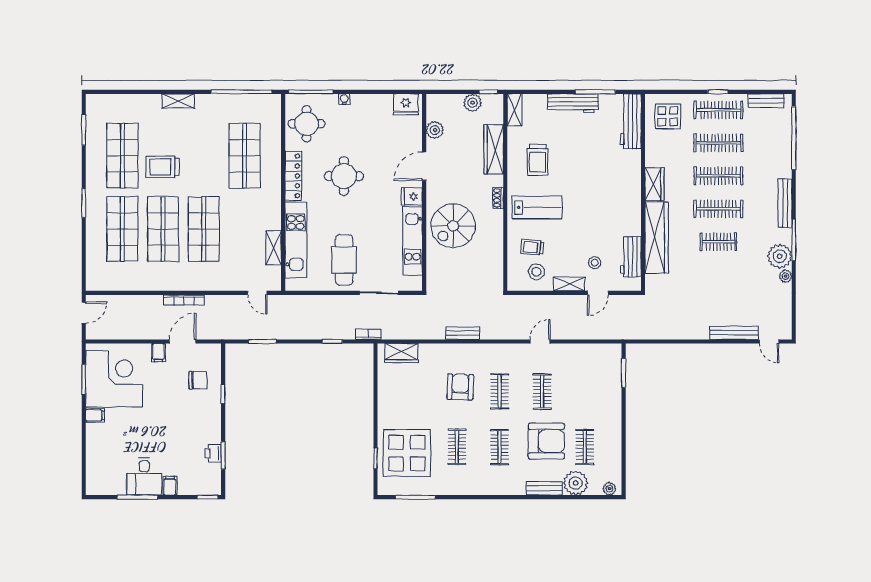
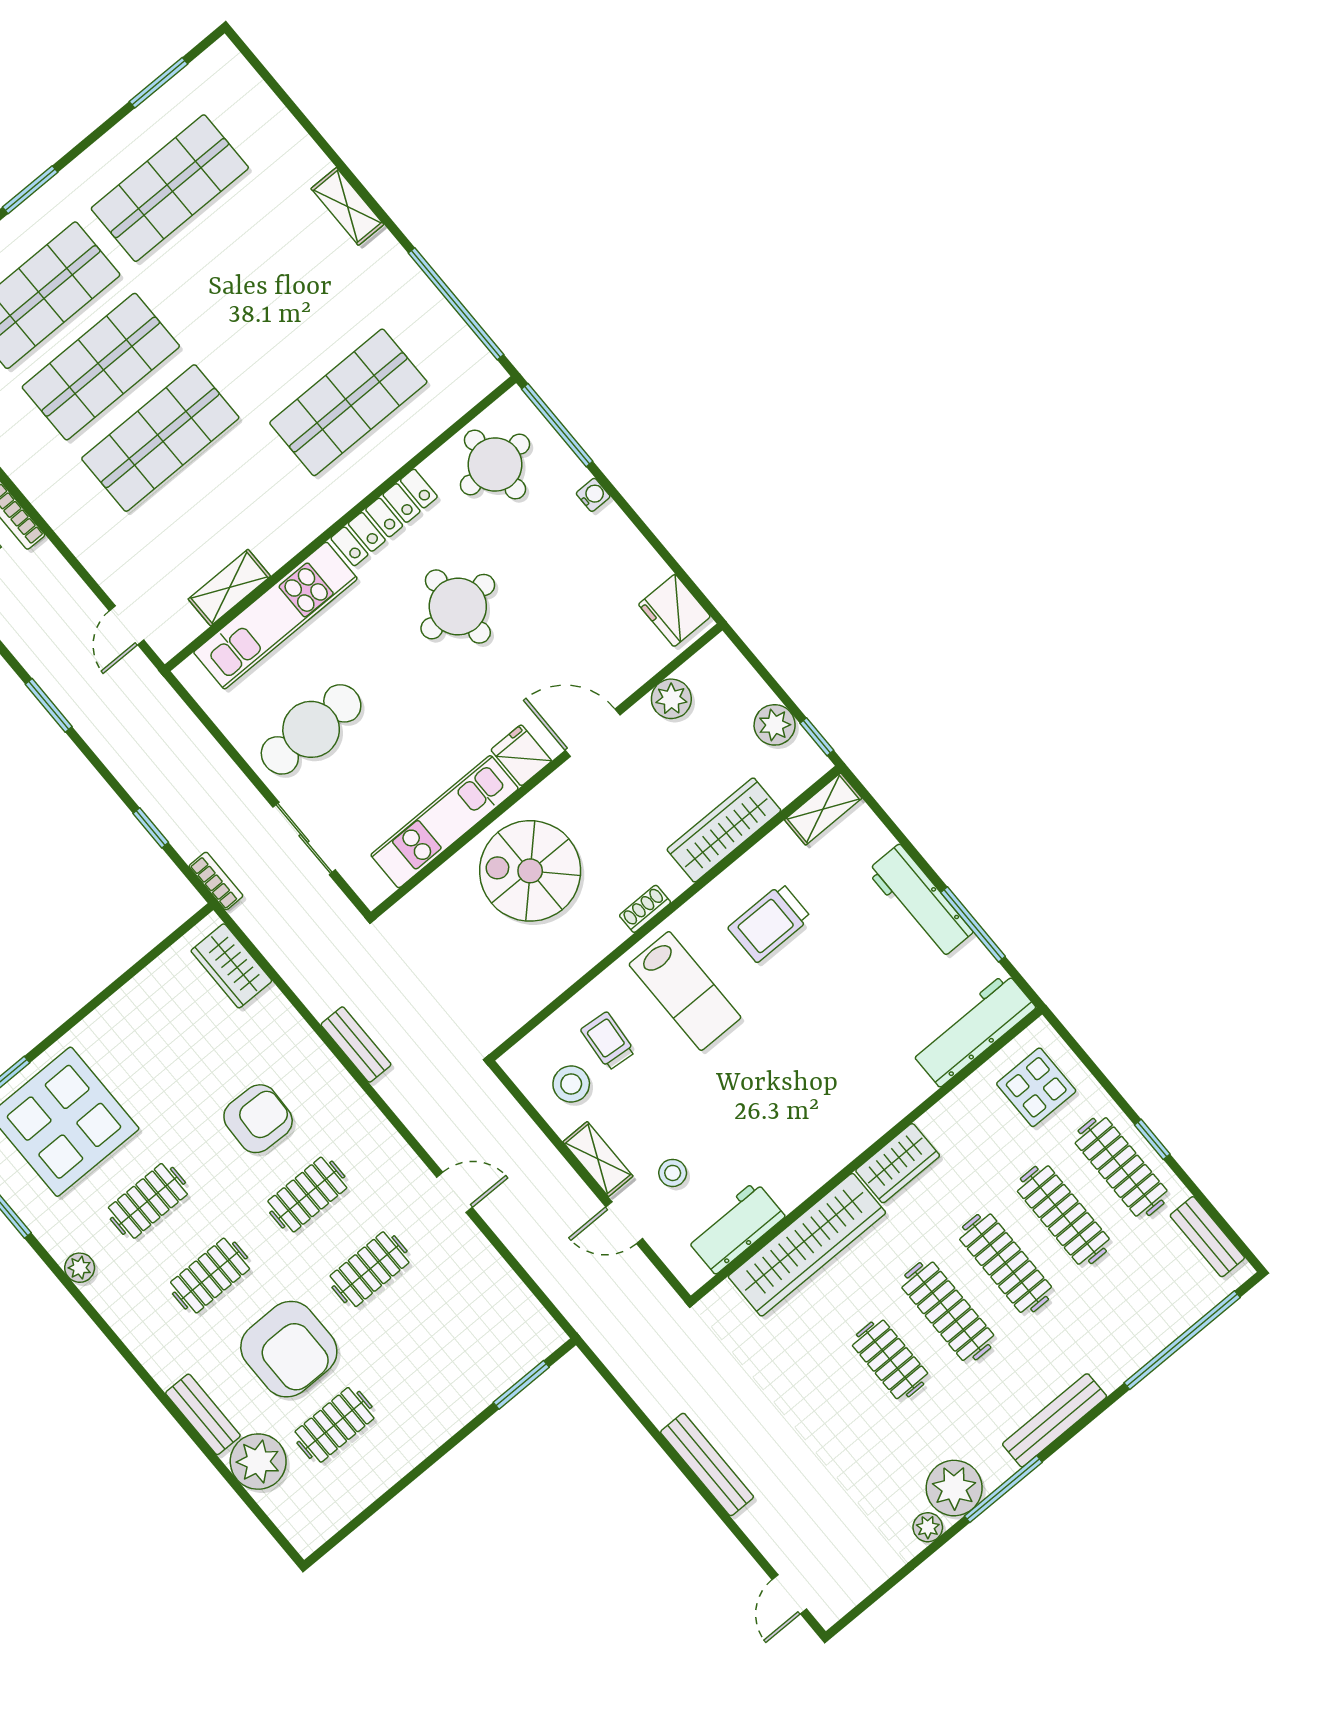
trolley: (163, 167) -> (209, 275), removed
bench: (734, 333) -> (707, 1464), moved
plant: (609, 489) -> (80, 1268), moved

